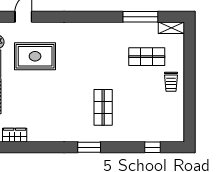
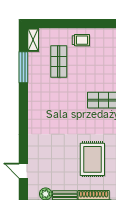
rug: (35, 56) -> (92, 159), moved

